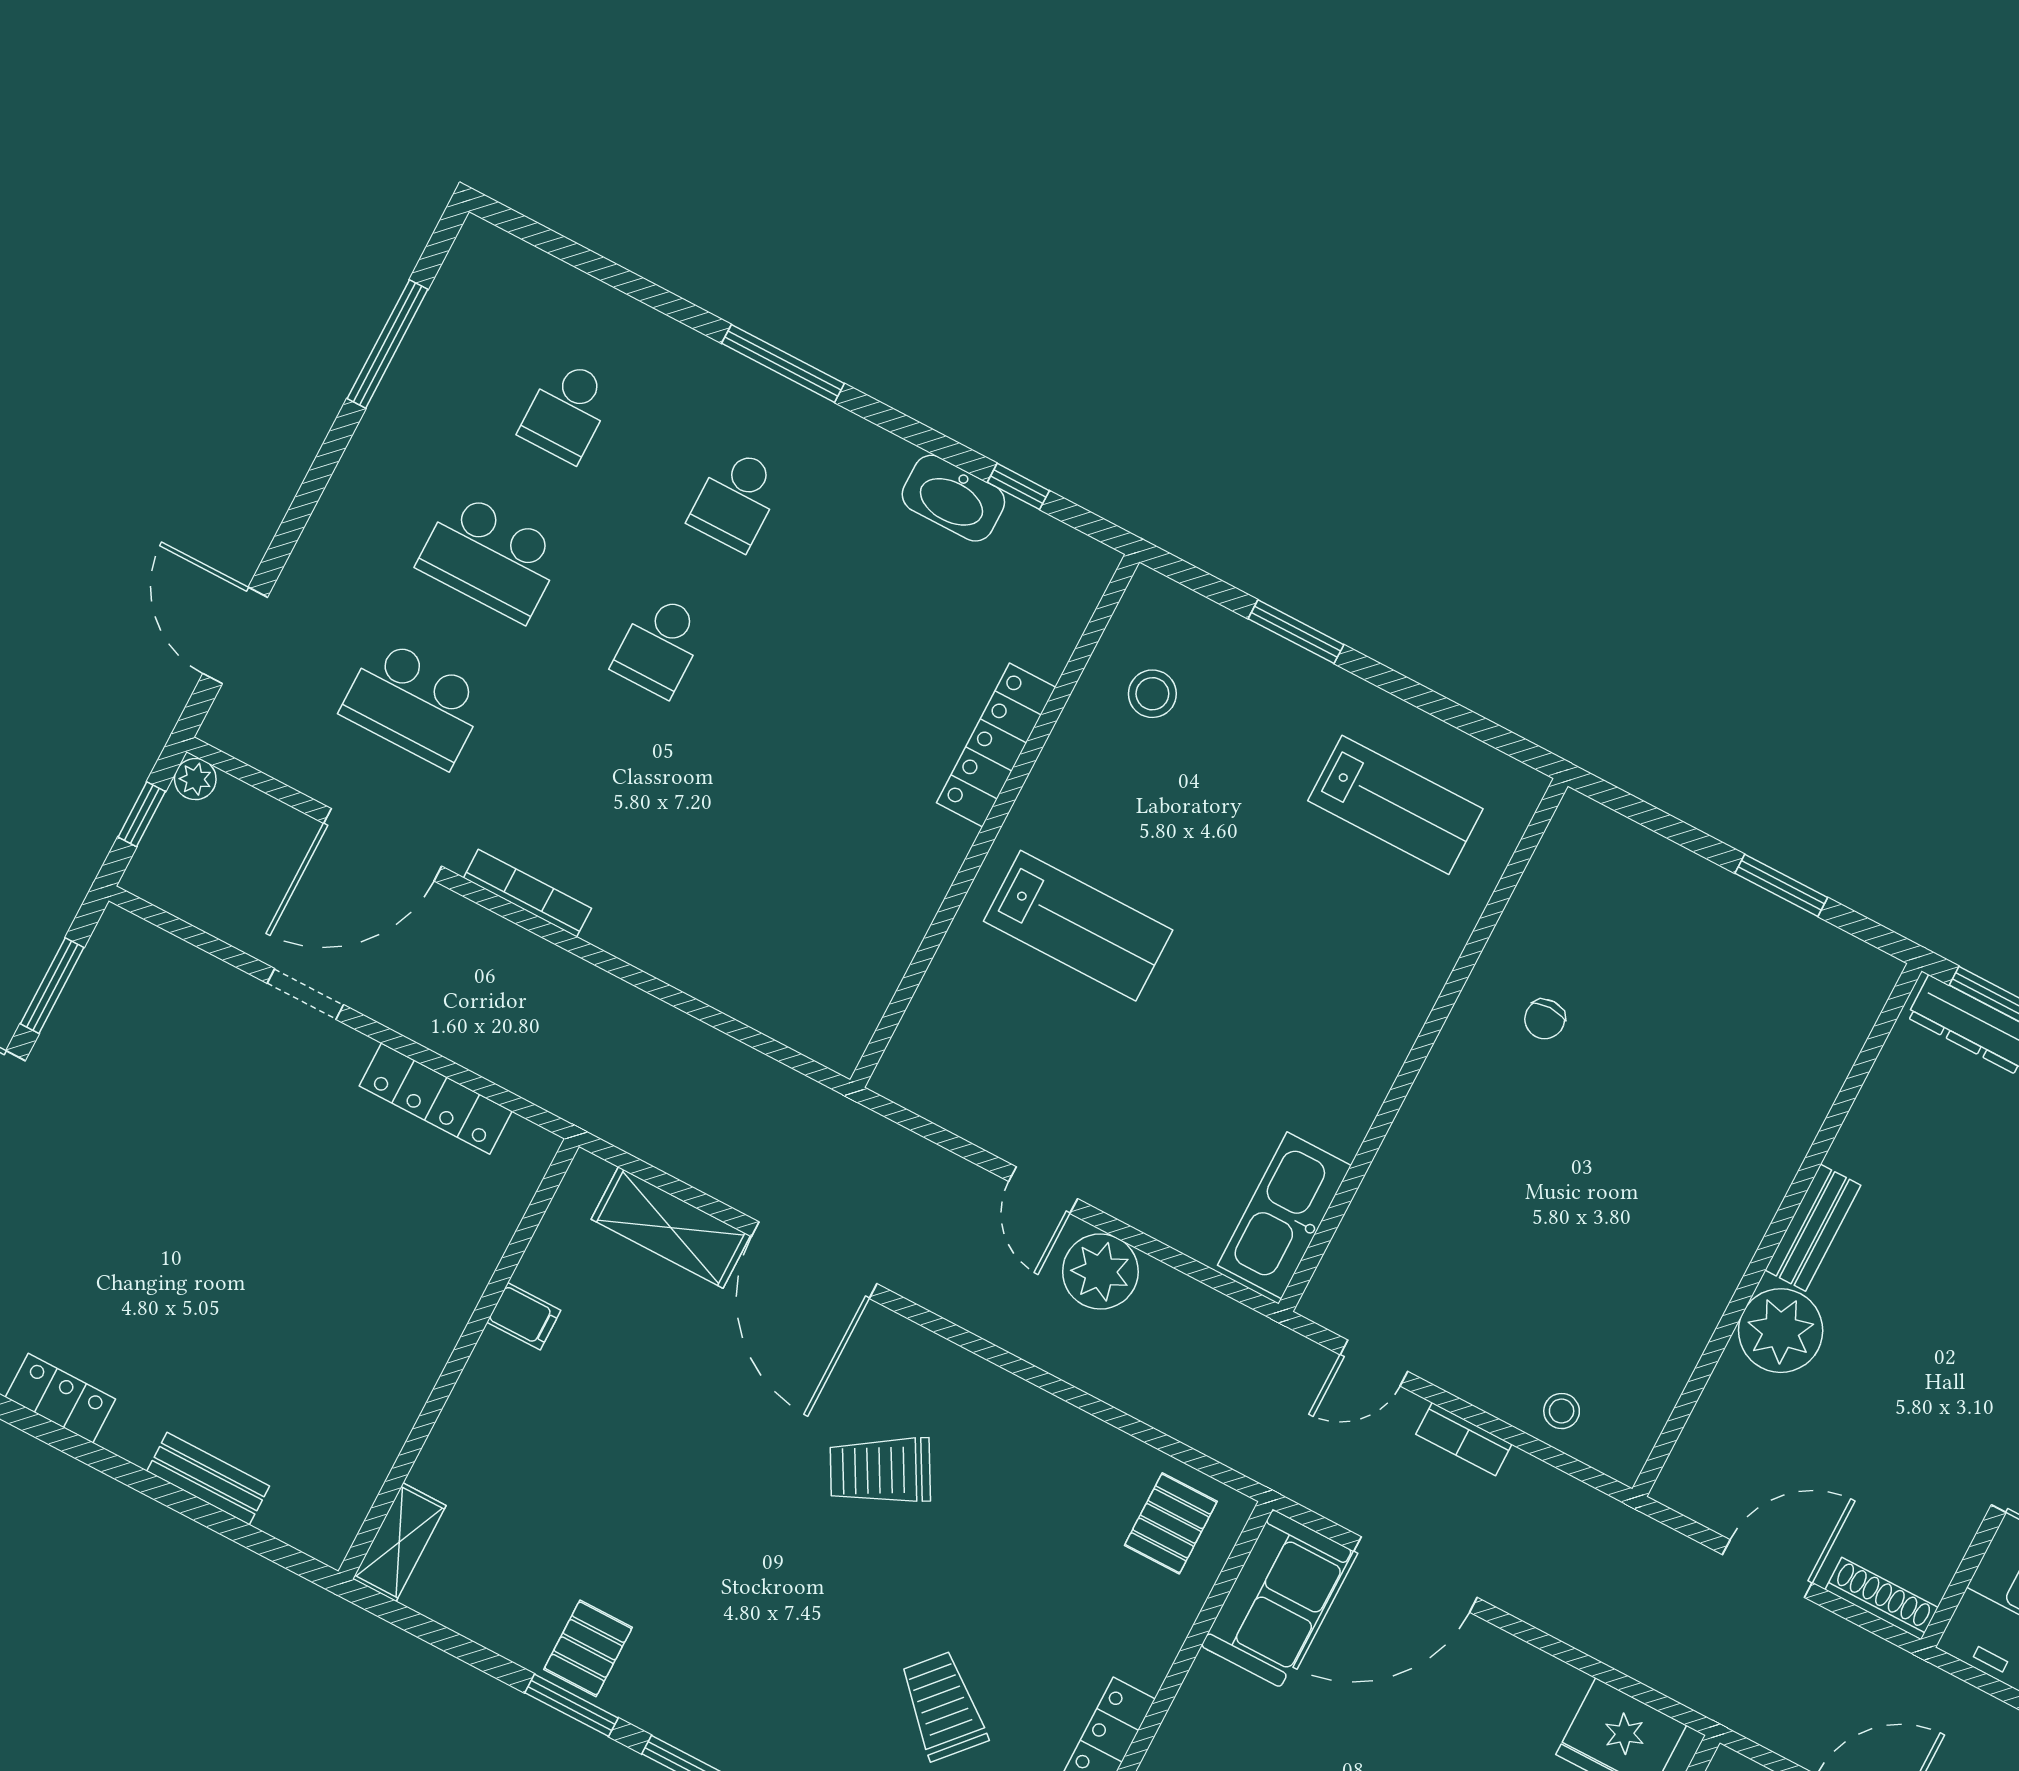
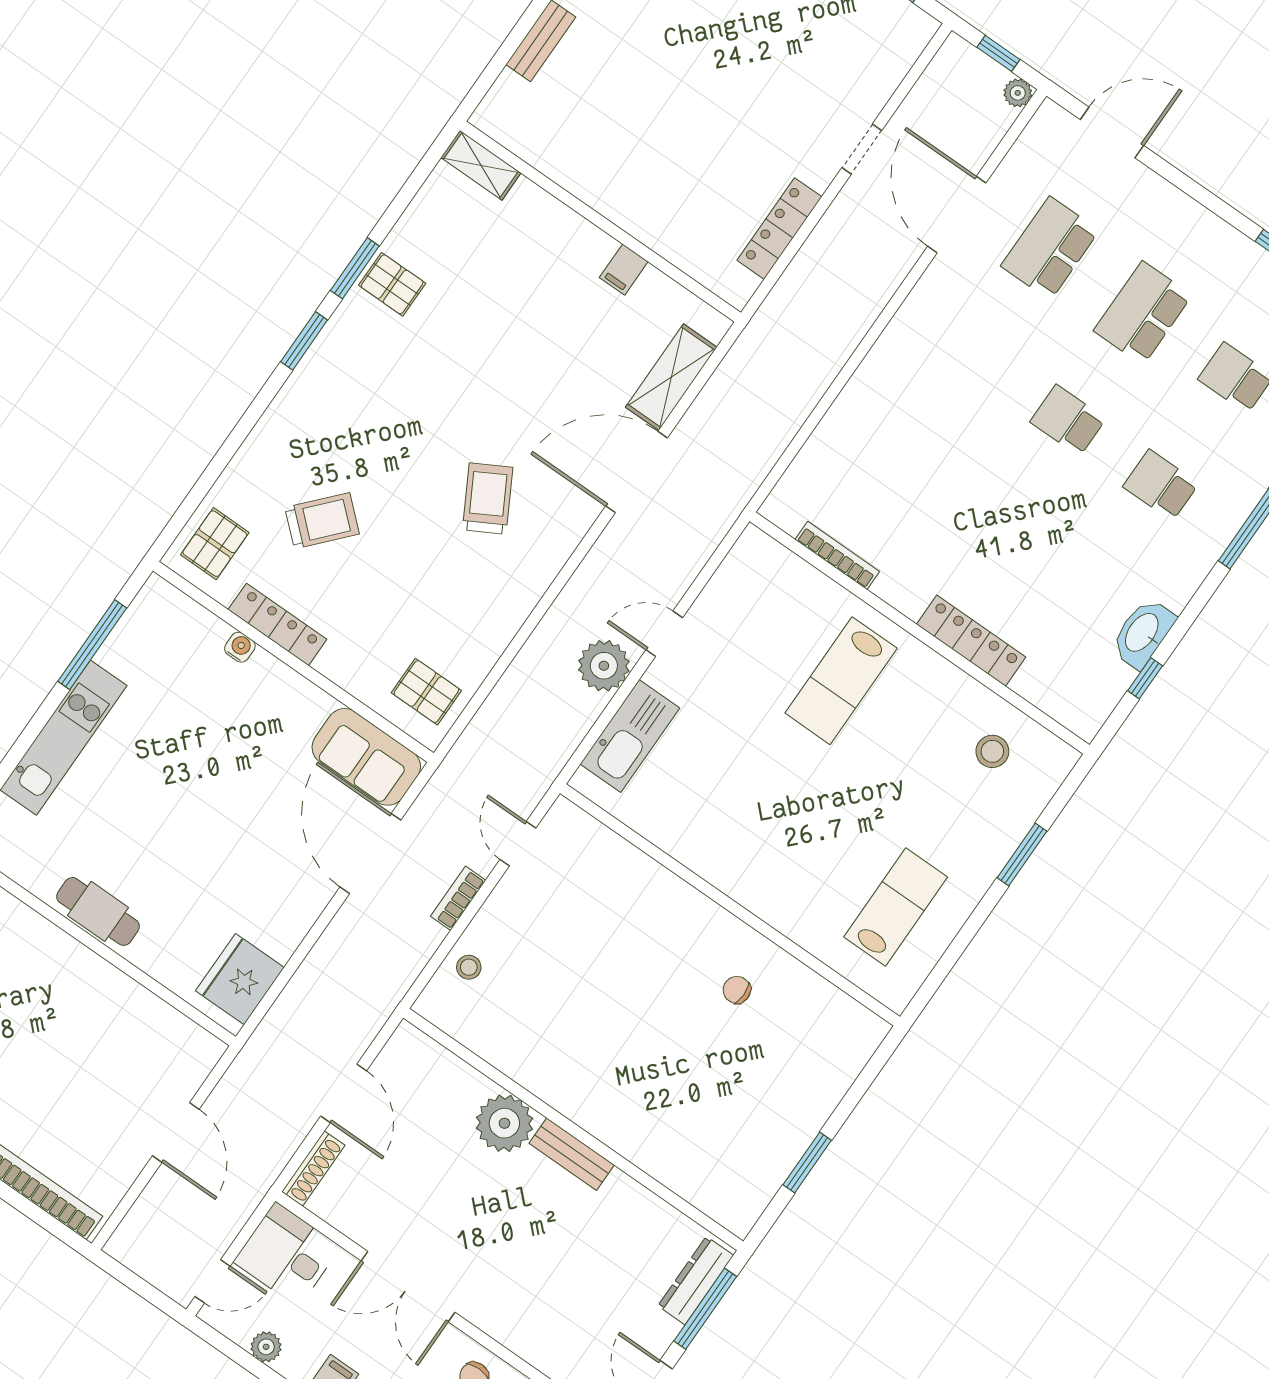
lab bench: (1395, 805) -> (896, 907), turned 180
bookcase: (527, 893) -> (837, 555), moved, turned -90
kitchen sink: (1284, 1215) -> (630, 736), moved, turned 90

